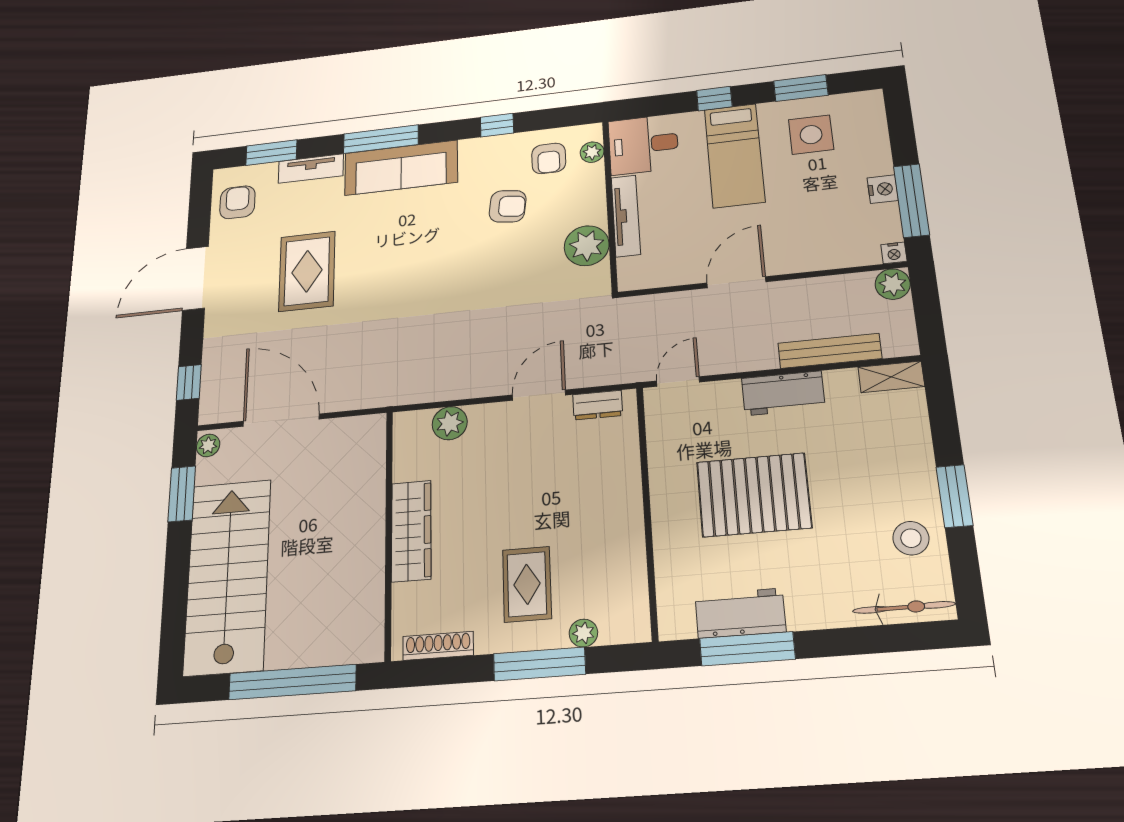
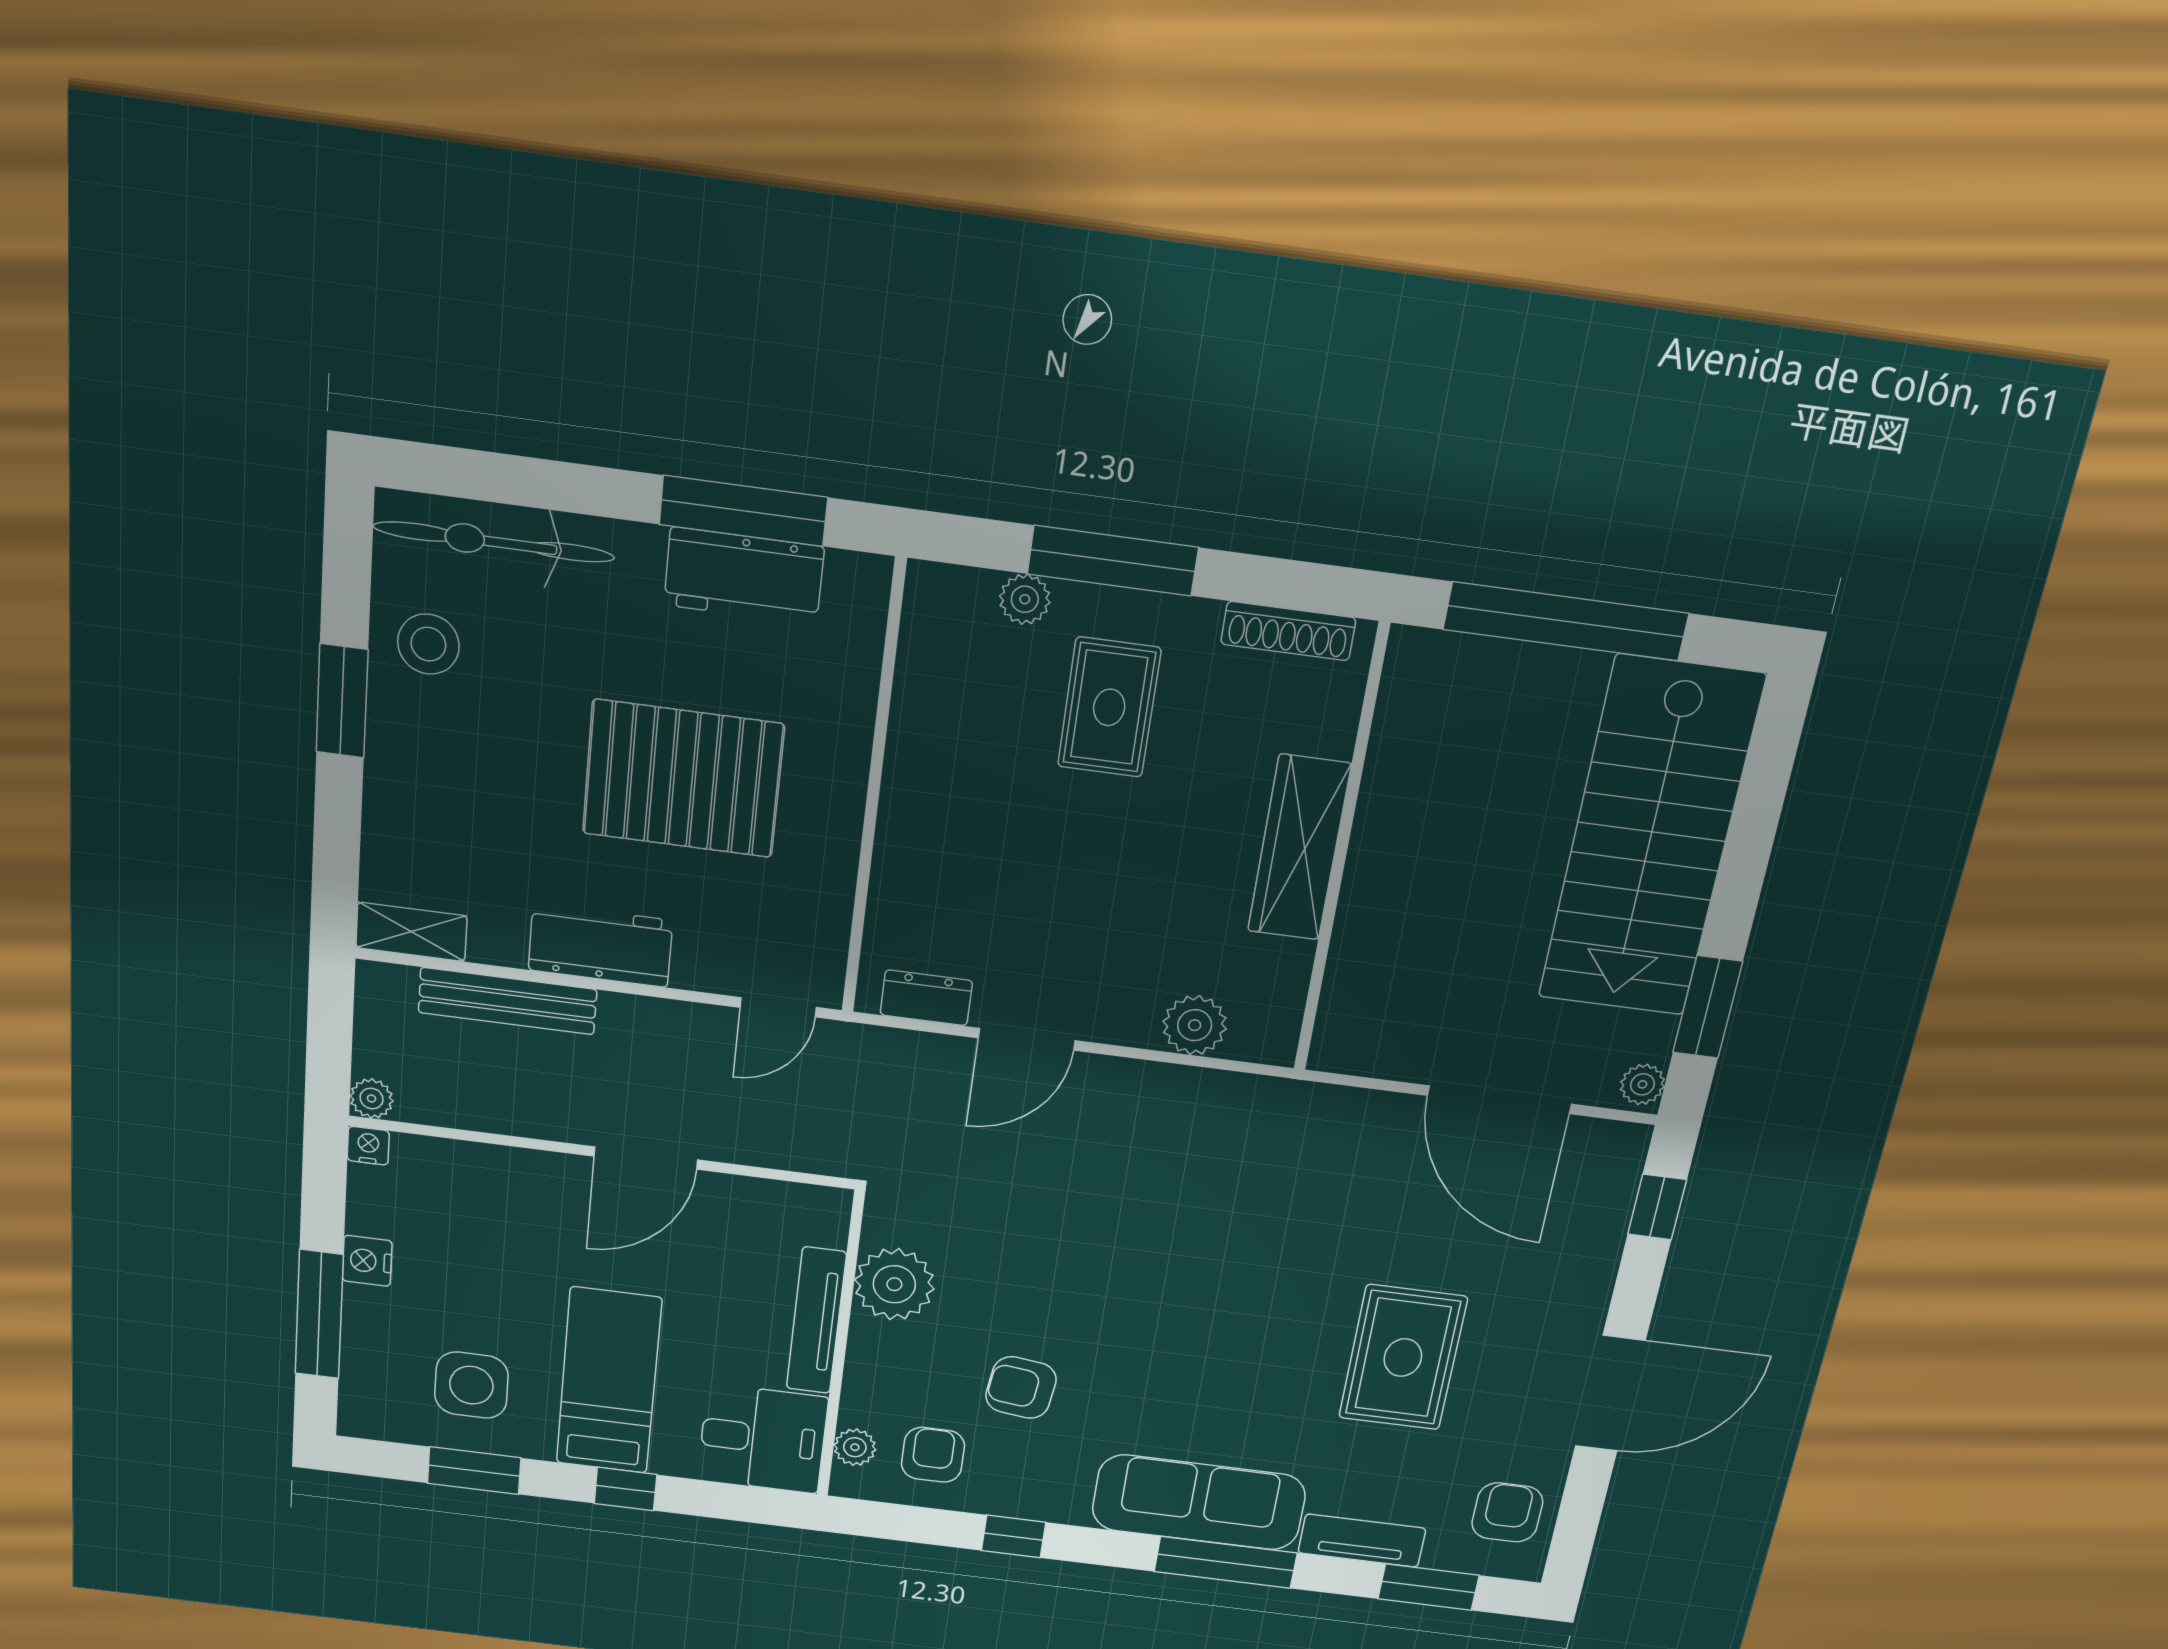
window: (911, 201) -> (319, 1314), moved
armchair: (237, 202) -> (1507, 1512), turned 180
plant: (893, 284) -> (372, 1098), width x0.73, depth x0.73
bicycle: (904, 607) -> (494, 542), width x1.37, depth x1.40

